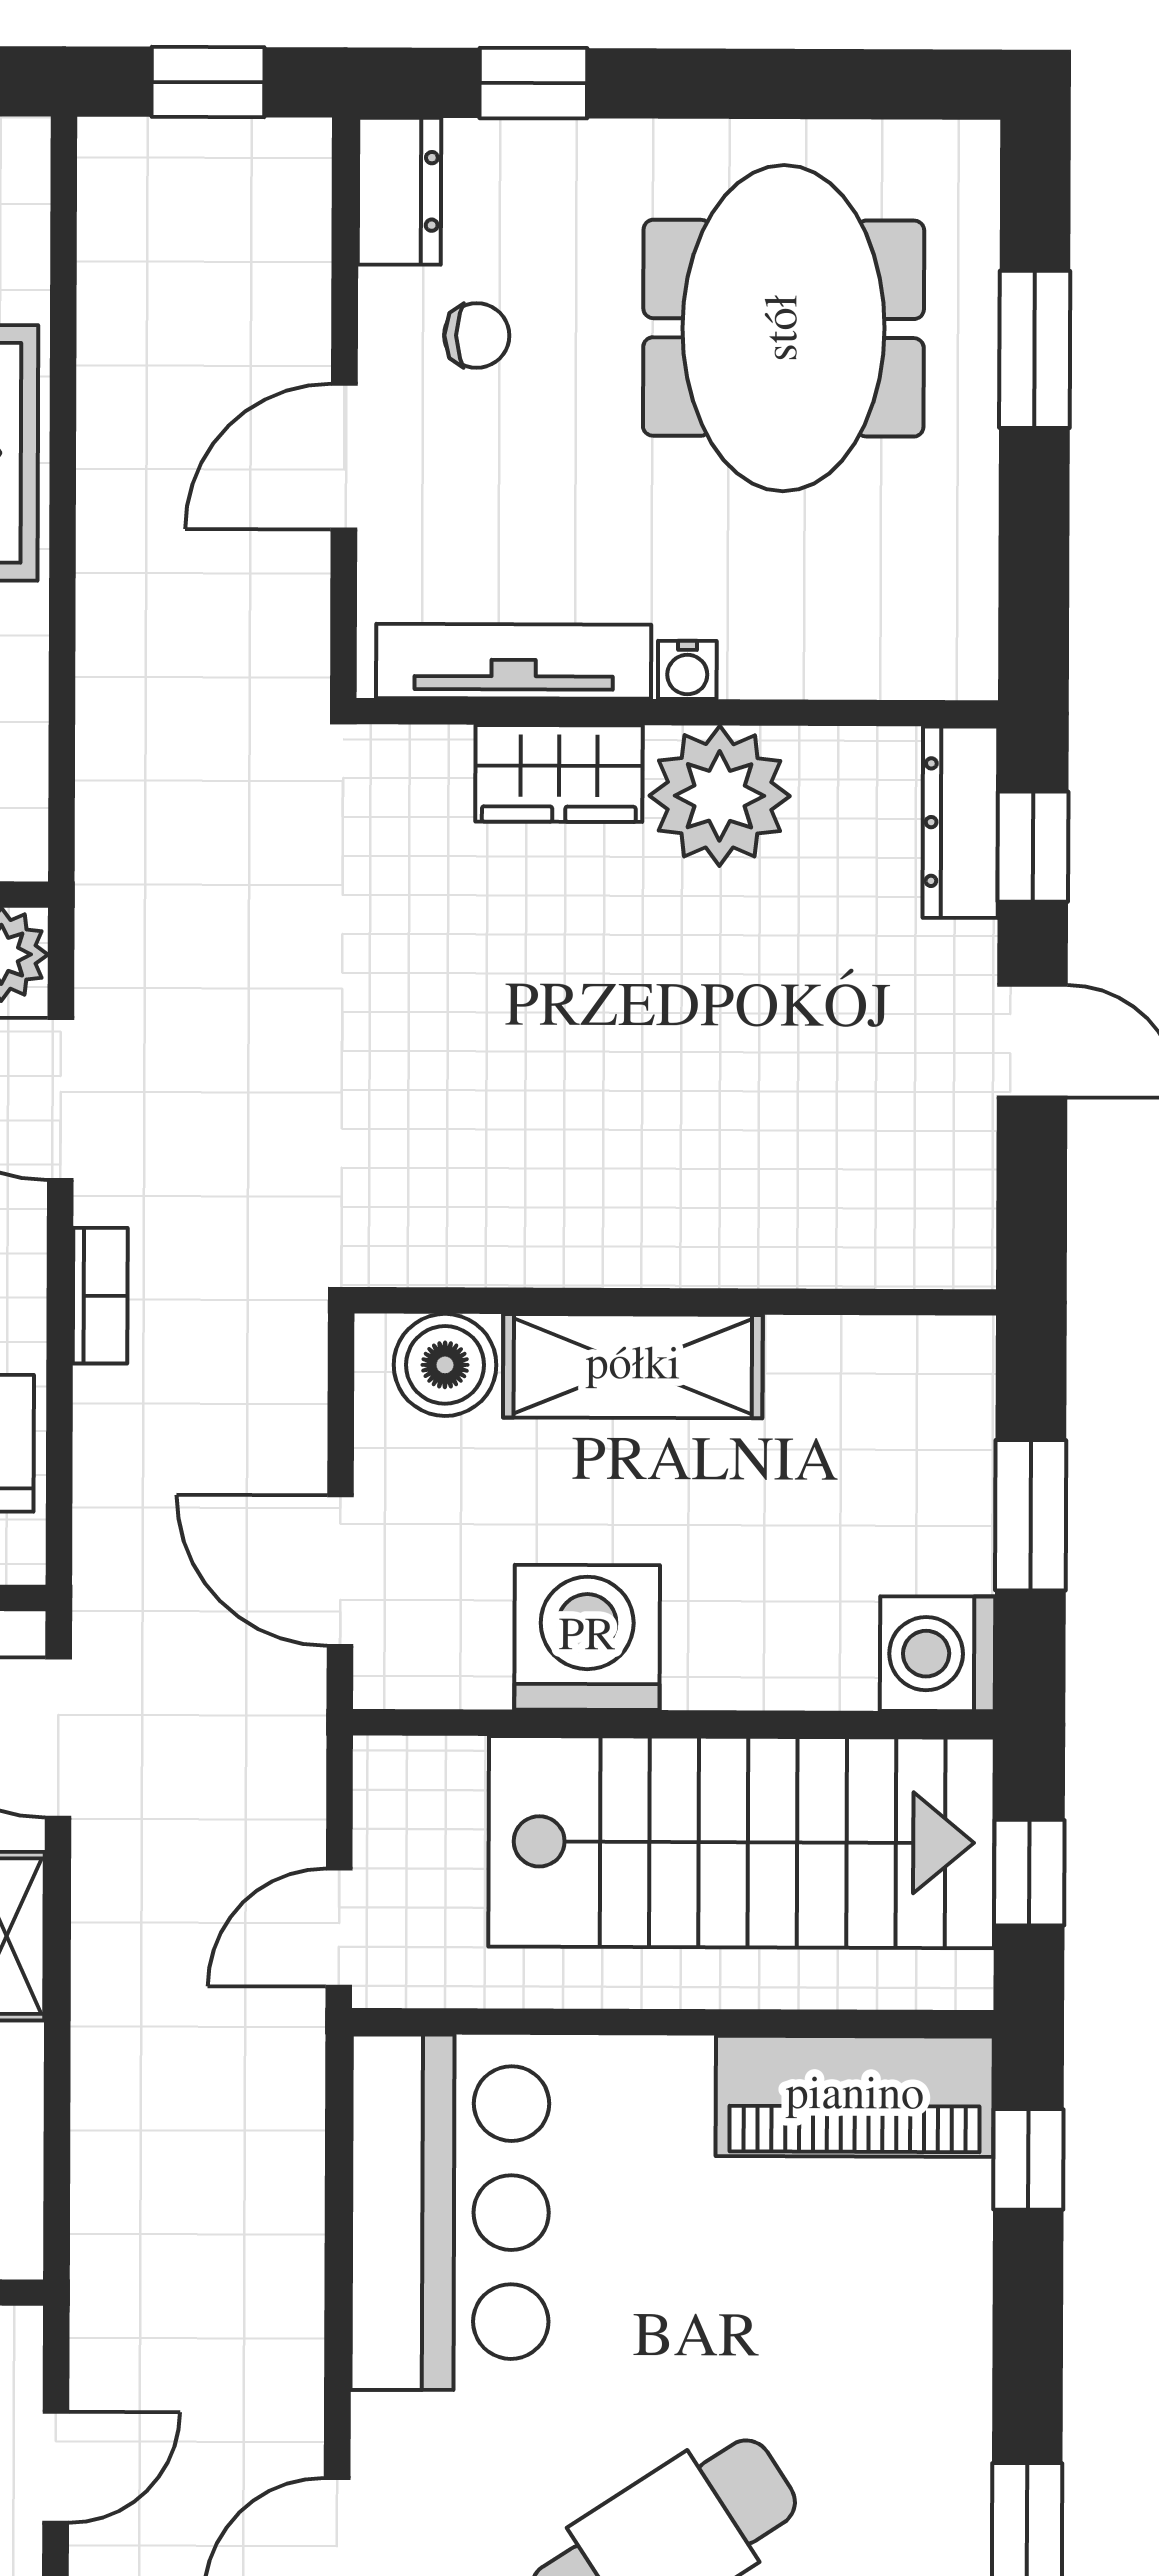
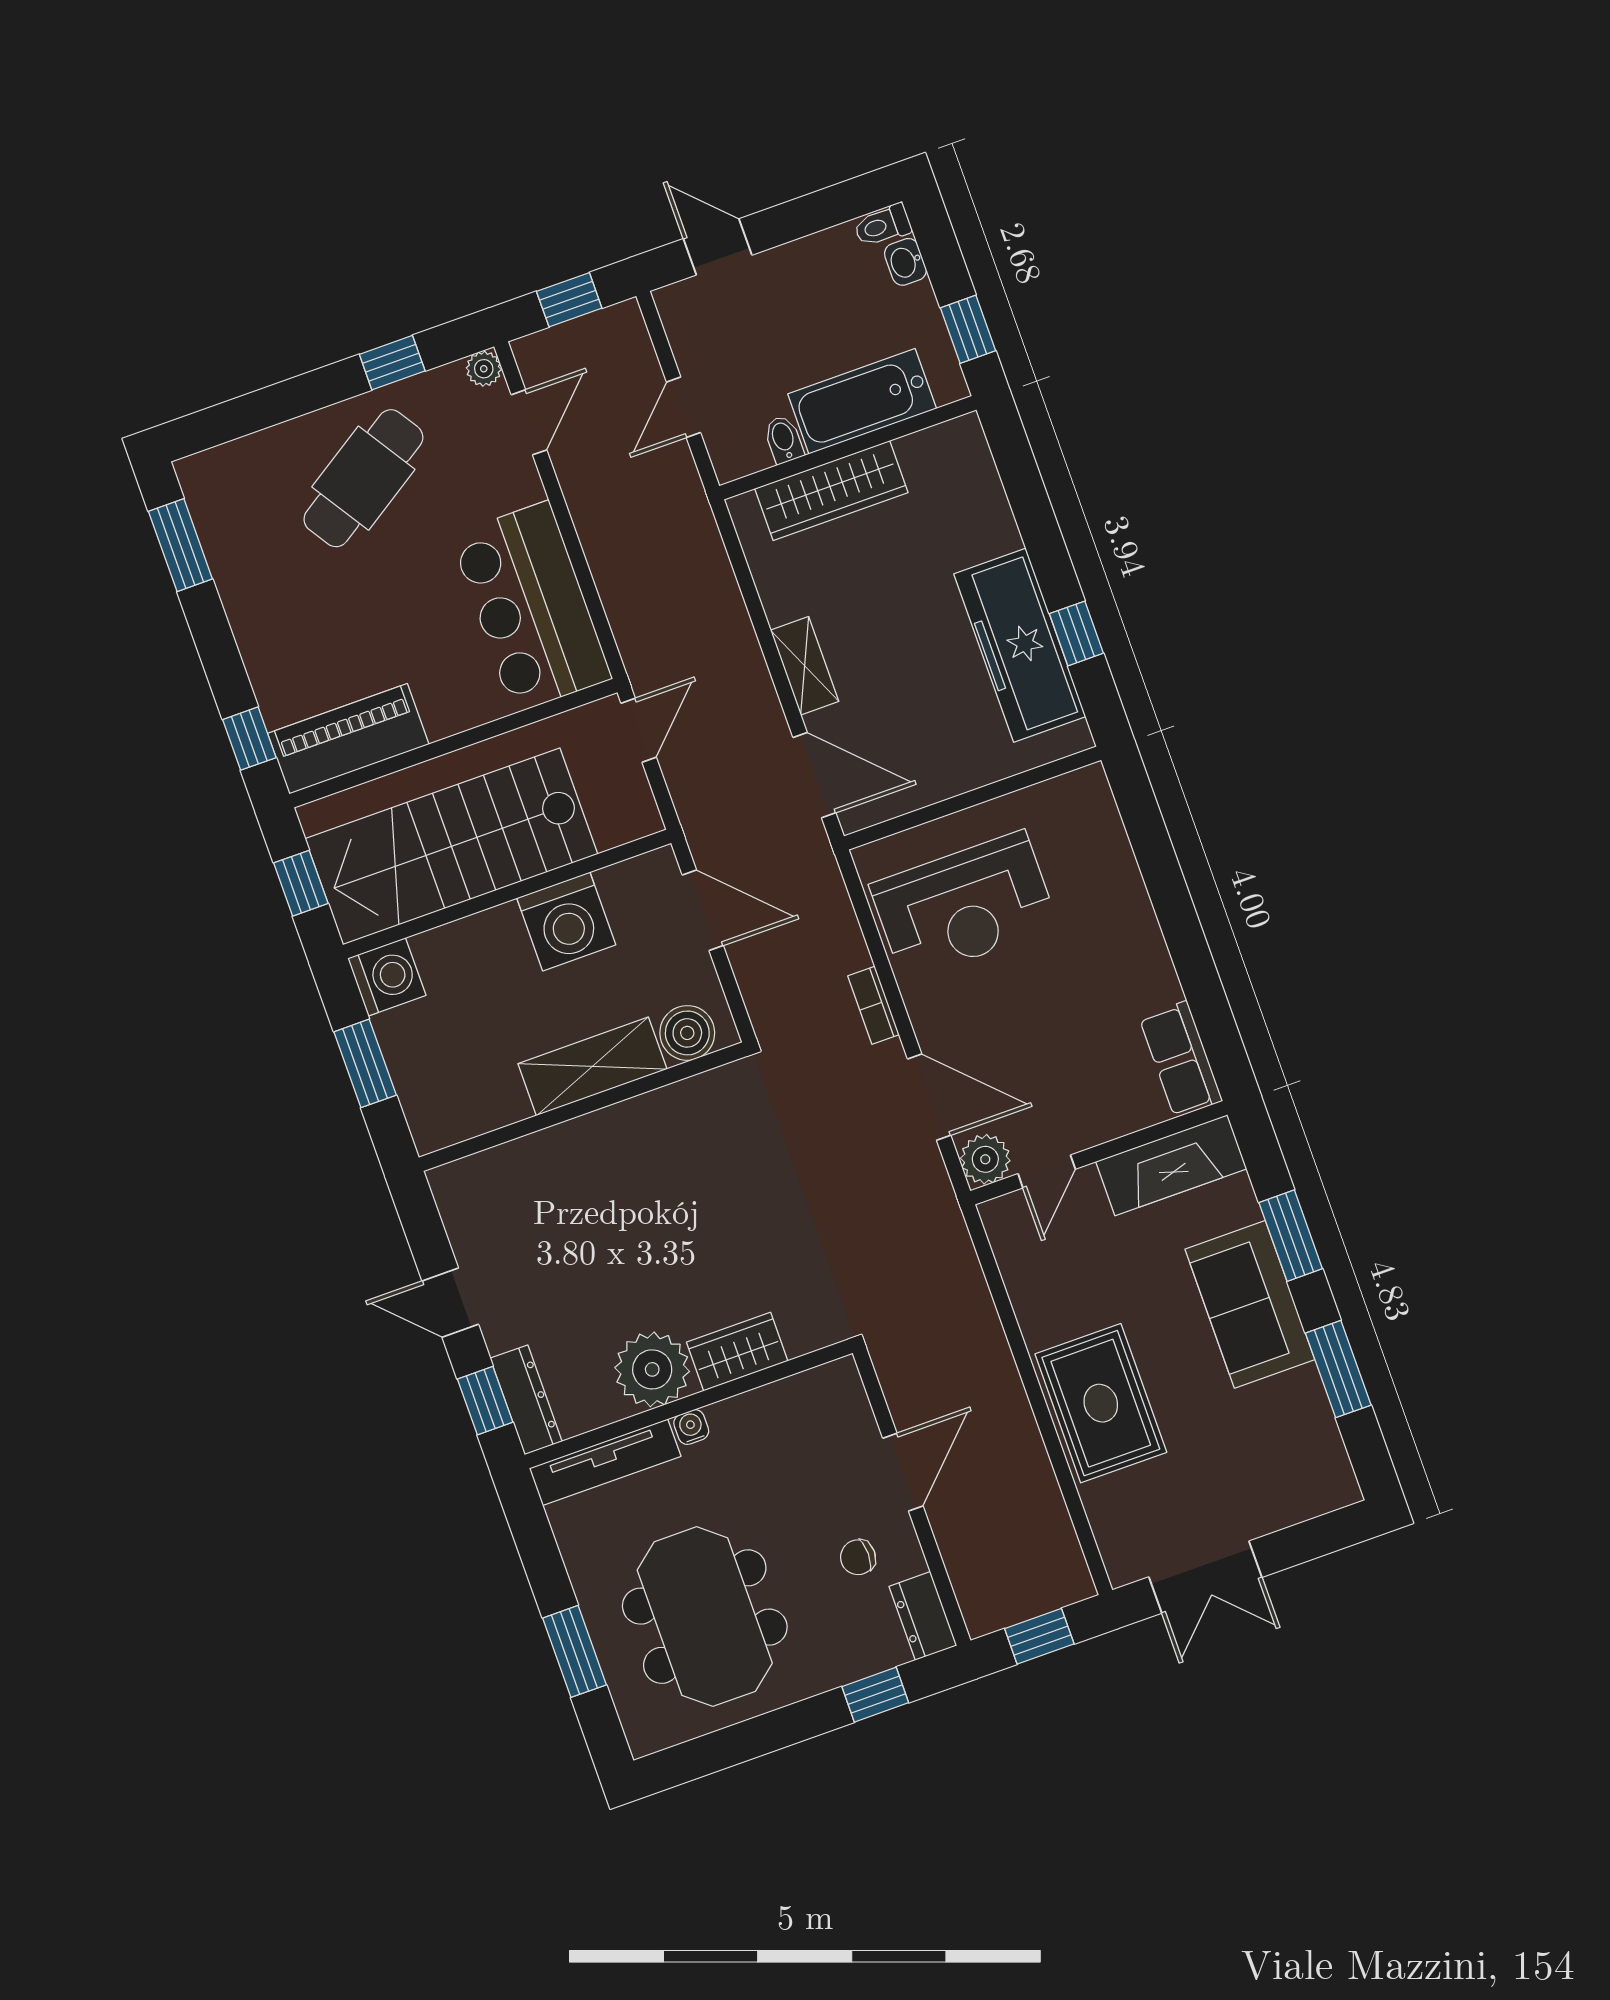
tv unit: (514, 661) -> (605, 1462), moved

